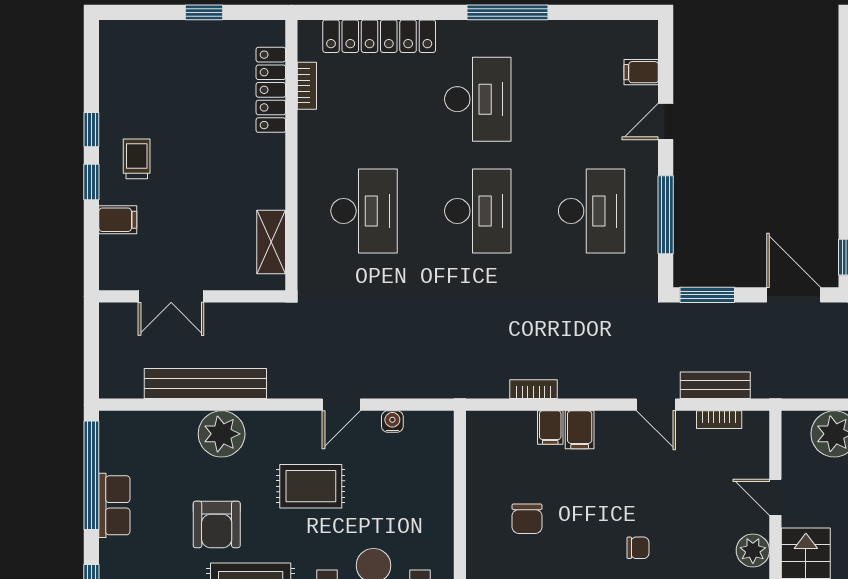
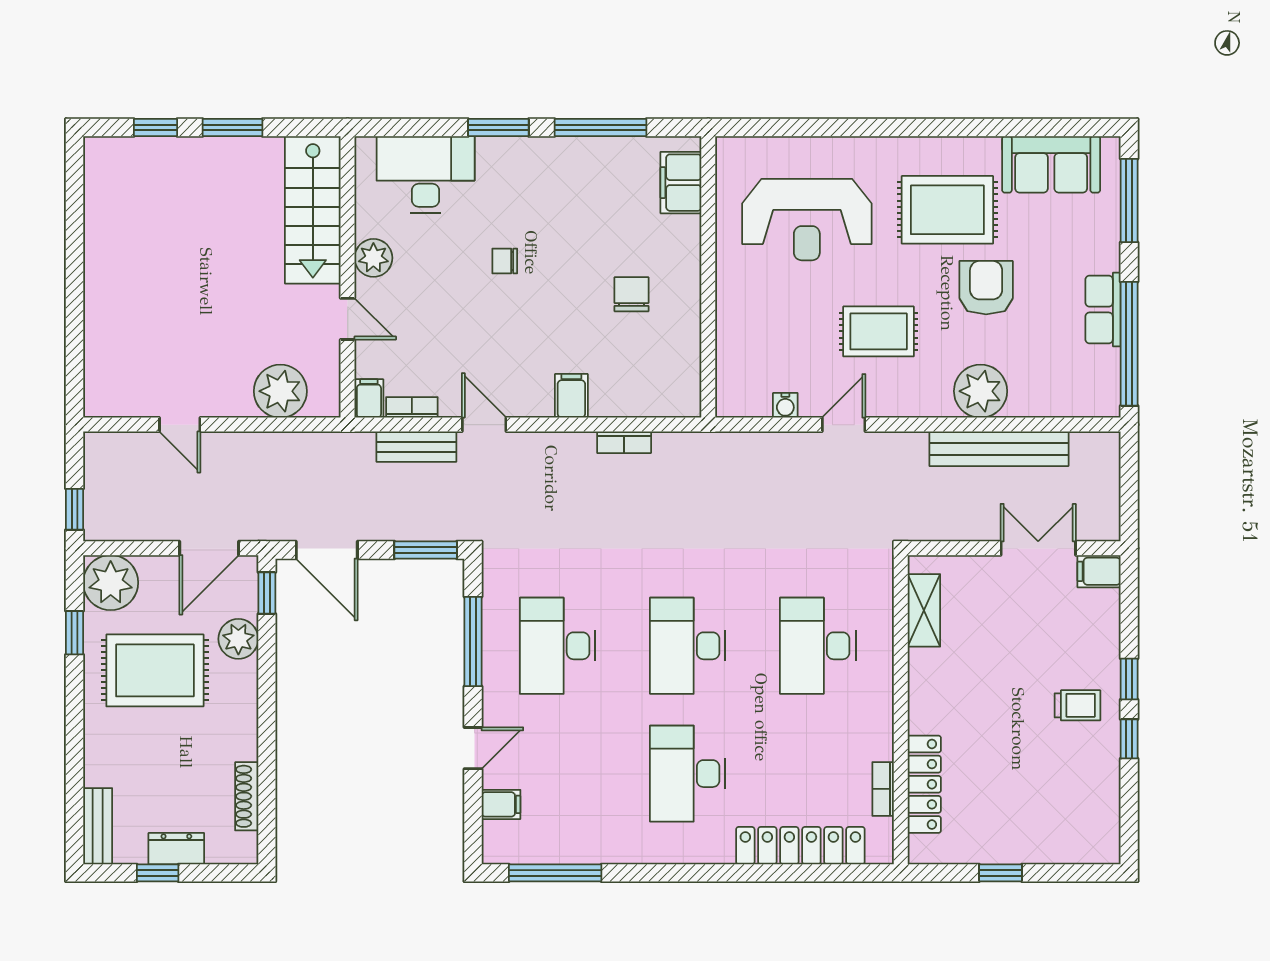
window: (508, 12) -> (555, 873), moved
trolley: (137, 159) -> (1077, 705), turned -90
filing cabinet: (118, 220) -> (1099, 571), moved
filing cabinet: (550, 427) -> (369, 398), moved

